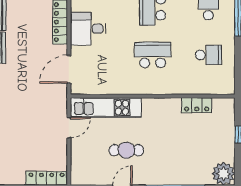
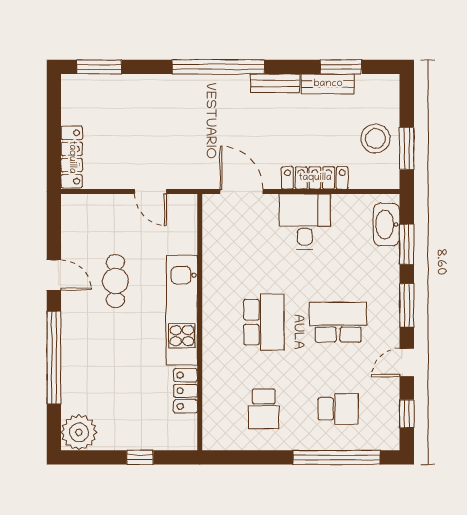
kitchen unit: (106, 108) -> (182, 310), moved

